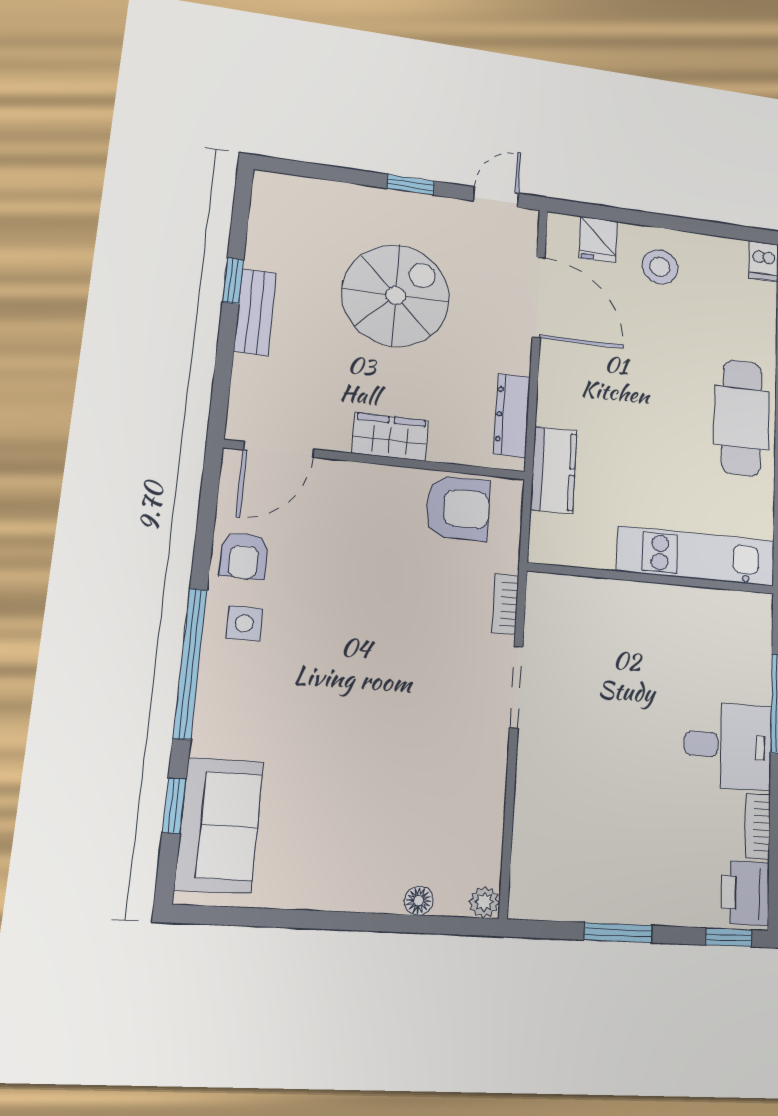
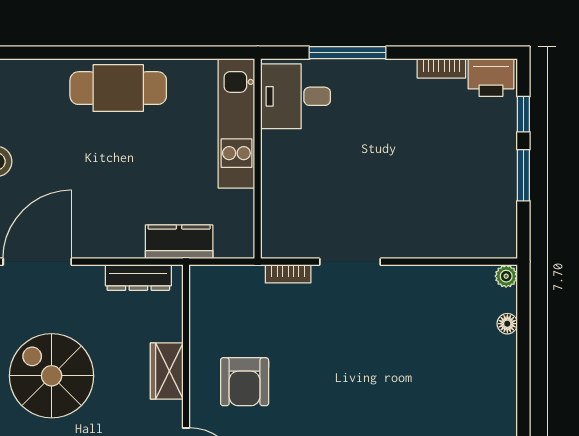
armchair: (458, 508) -> (245, 382), moved, turned 180
desk: (728, 746) -> (296, 96), moved, turned -90
window: (728, 937) -> (523, 114), moved

